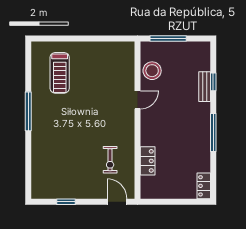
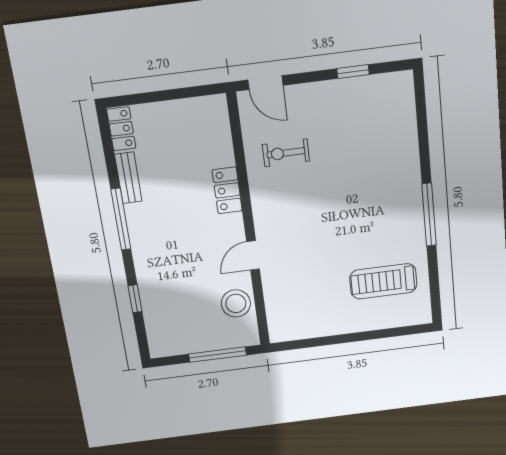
treadmill: (60, 73) -> (383, 281), turned -90
bench: (205, 87) -> (128, 178), moved
exercise bike: (110, 160) -> (286, 153), turned -90
locker: (148, 161) -> (227, 190), moved

